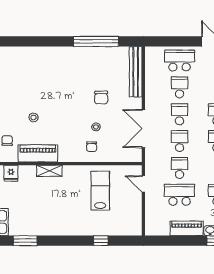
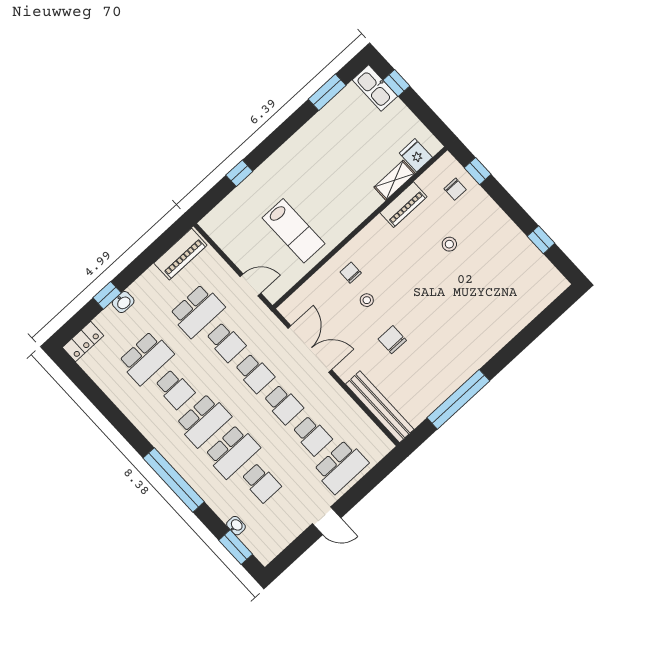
piano: (38, 153) -> (403, 205), width x0.73, depth x0.75
shelving: (49, 171) -> (395, 180), moved
piano: (187, 228) -> (180, 254), moved

